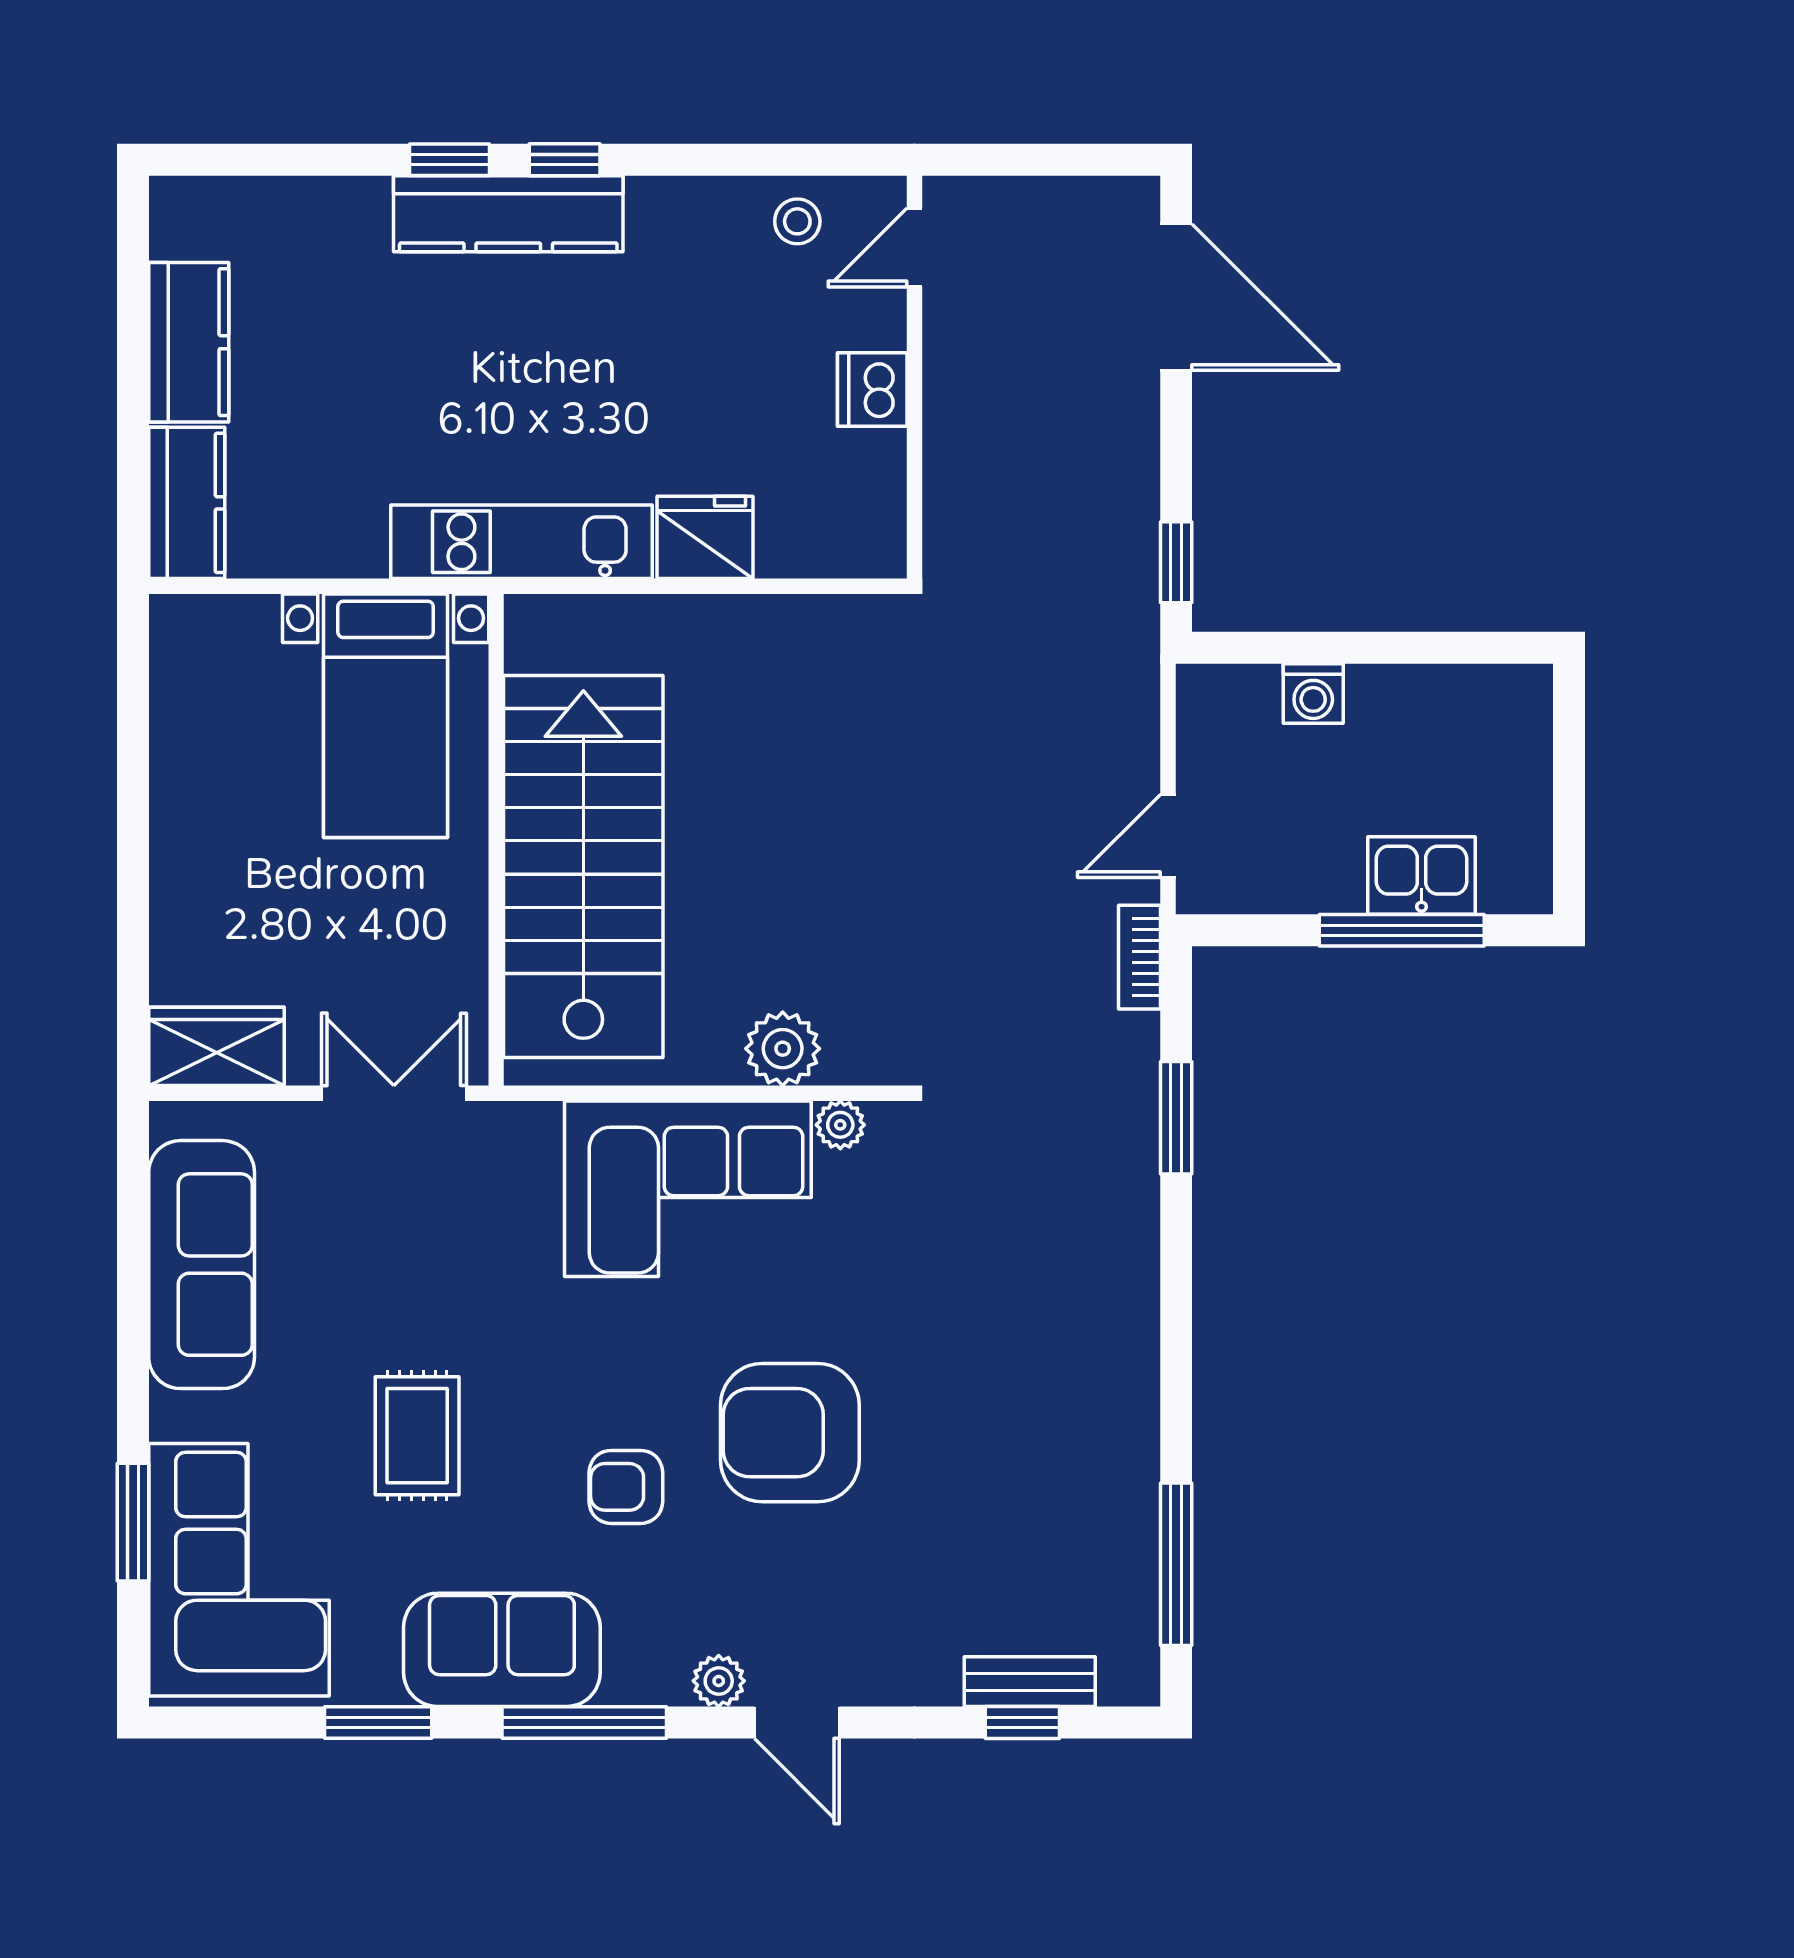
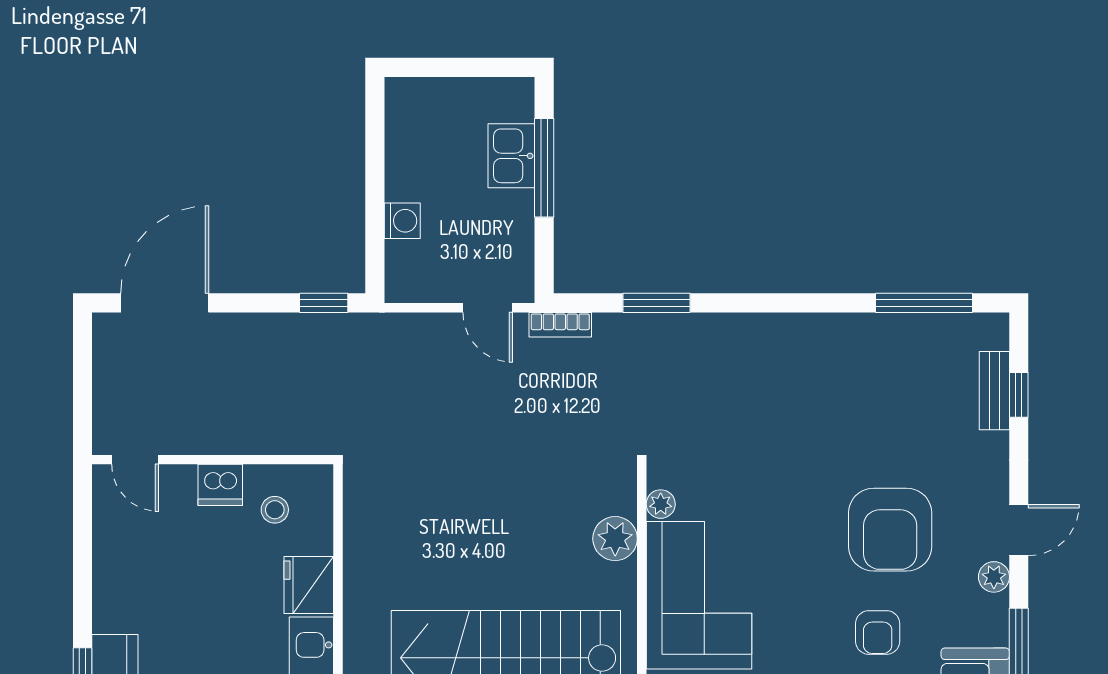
stool: (797, 221) -> (275, 510), moved
armchair: (790, 1433) -> (890, 530), moved

